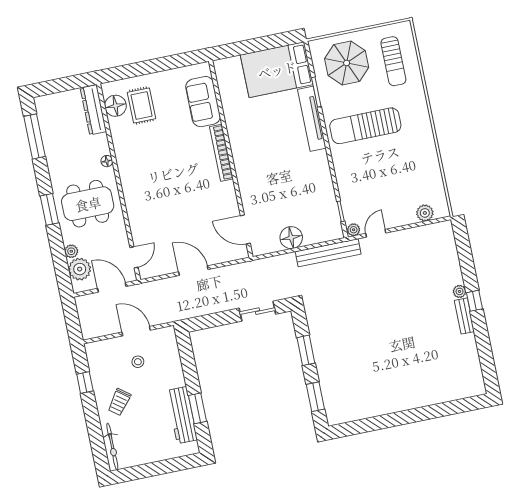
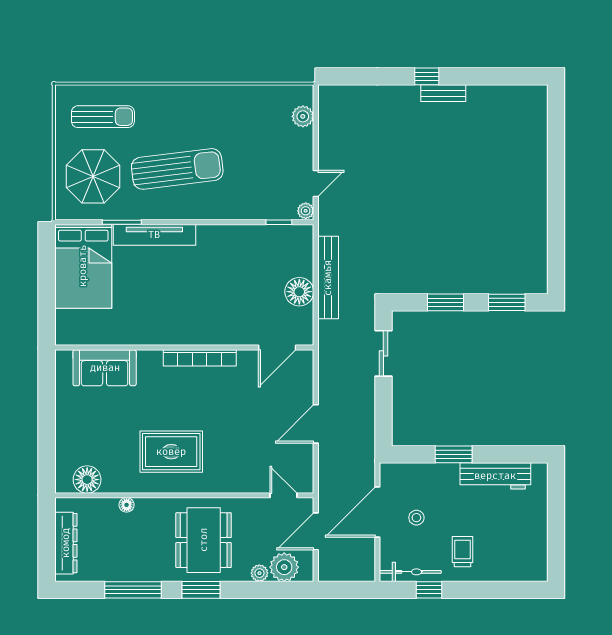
rug: (142, 106) -> (171, 452), moved, width x1.36, depth x1.43
dresser: (93, 110) -> (66, 543), moved, turned -90
sun lounger: (365, 126) -> (177, 169), turned -97
window: (34, 136) -> (133, 590), moved
bookcase: (221, 153) -> (200, 358), moved
floor lamp: (107, 161) -> (127, 505), moved
door: (376, 233) -> (316, 184), swing flipped
bench: (328, 253) -> (328, 278), moved
plant: (460, 291) -> (411, 93), removed
door: (136, 331) -> (377, 512), width x1.36
trolley: (119, 402) -> (463, 552), turned -127
window: (198, 408) -> (454, 454), moved
bicycle: (112, 446) -> (410, 572), moved

